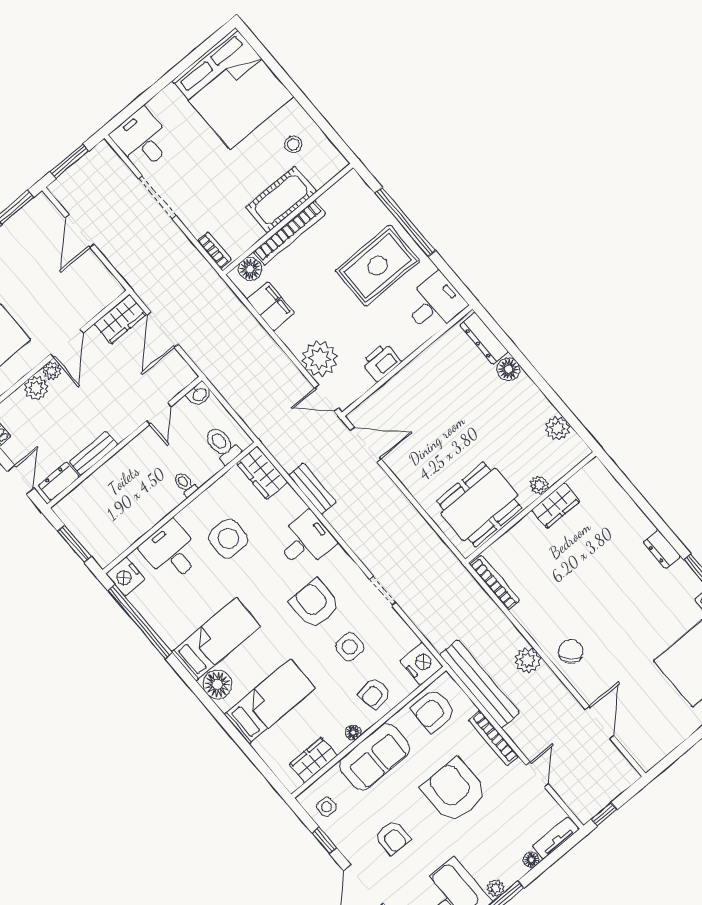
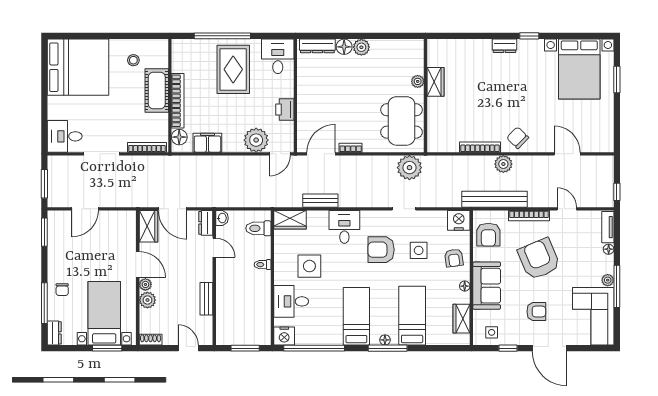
door: (80, 231) -> (85, 209), hinge flipped
bookcase: (214, 250) -> (147, 147), width x1.56
plant: (557, 428) -> (361, 47), moved
bookcase: (401, 472) -> (351, 148), added
dresser: (59, 481) -> (206, 223), moved
plant: (434, 558) -> (409, 168), added
bookcase: (495, 583) -> (480, 147), moved
floor lamp: (217, 684) -> (385, 340), width x0.53, depth x0.53
window: (210, 705) -> (388, 348), added
armchair: (454, 791) -> (539, 259), turned 67

